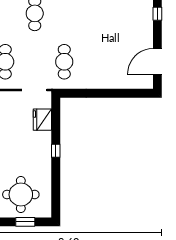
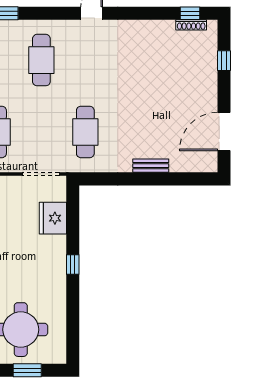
bench: (108, 84) -> (151, 166), added

